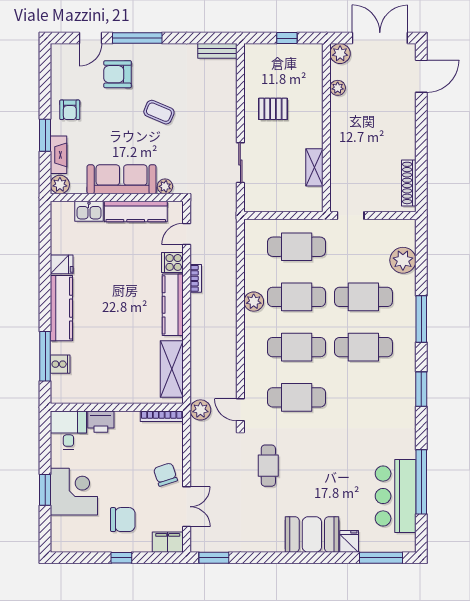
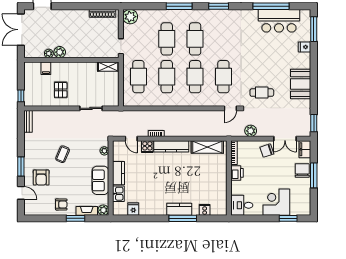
window: (137, 38) -> (21, 166), width x0.69
window: (287, 38) -> (21, 96), moved
plant: (340, 54) -> (60, 52), moved
filing cabinet: (312, 83) -> (46, 68), added
shelving: (314, 167) -> (108, 67), moved
sofa: (122, 179) -> (100, 180), width x0.73
kitchen counter: (136, 212) -> (119, 173), width x0.67
plant: (403, 260) -> (130, 17), moved
fridge: (62, 264) -> (133, 209), moved
plant: (254, 302) -> (169, 101), removed
kitchen counter: (61, 308) -> (179, 209), width x0.67
window: (45, 356) -> (183, 218), moved
plant: (200, 410) -> (251, 131), moved
printer: (101, 422) -> (237, 173), moved
window: (45, 490) -> (288, 218), moved
double door: (187, 507) -> (285, 139), swing flipped
chair: (123, 520) -> (302, 171), moved
booth: (312, 534) -> (301, 84), moved
window: (121, 558) -> (314, 175), width x2.17

